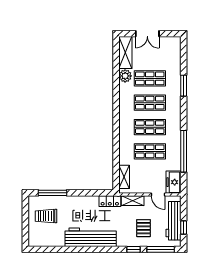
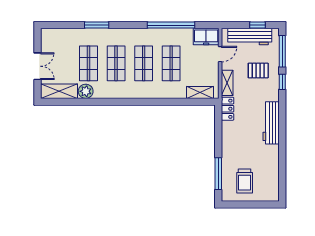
workbench: (91, 237) -> (271, 123), width x0.73, depth x0.76

